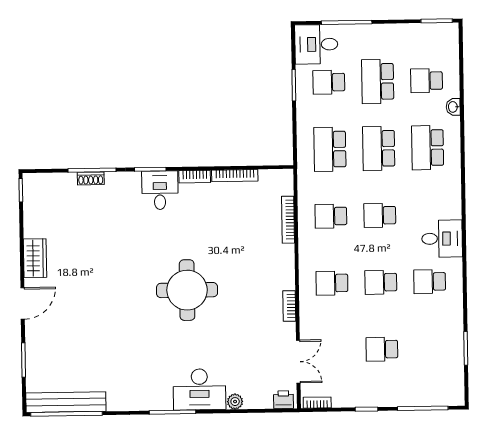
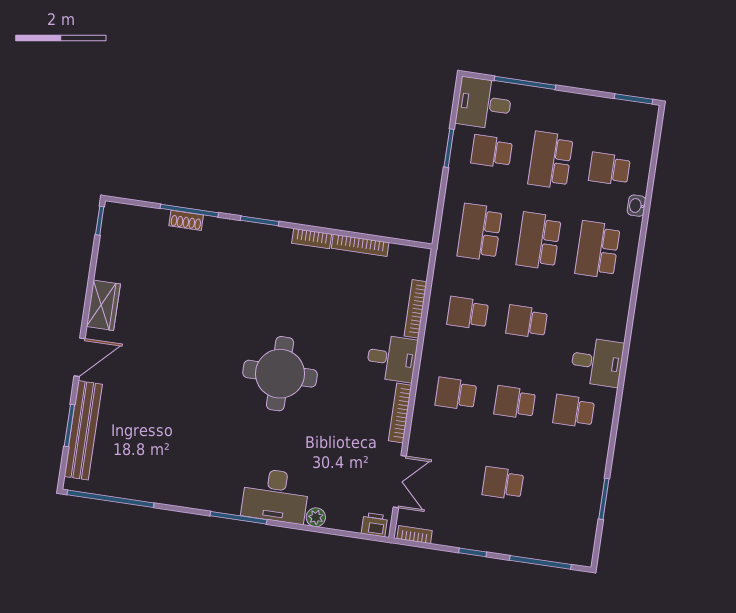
desk: (160, 190) -> (392, 358), moved, turned 90
bookcase: (289, 306) -> (400, 413), width x1.56
bench: (66, 402) -> (83, 430), moved, turned 90

